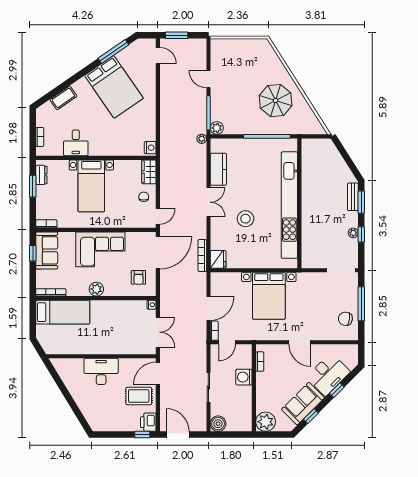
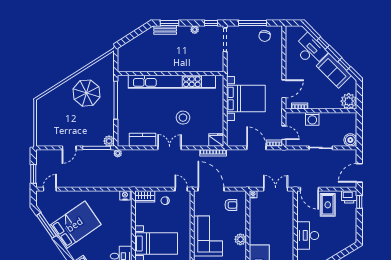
window: (361, 234) -> (211, 23), moved
door: (300, 342) -> (284, 89), moved

